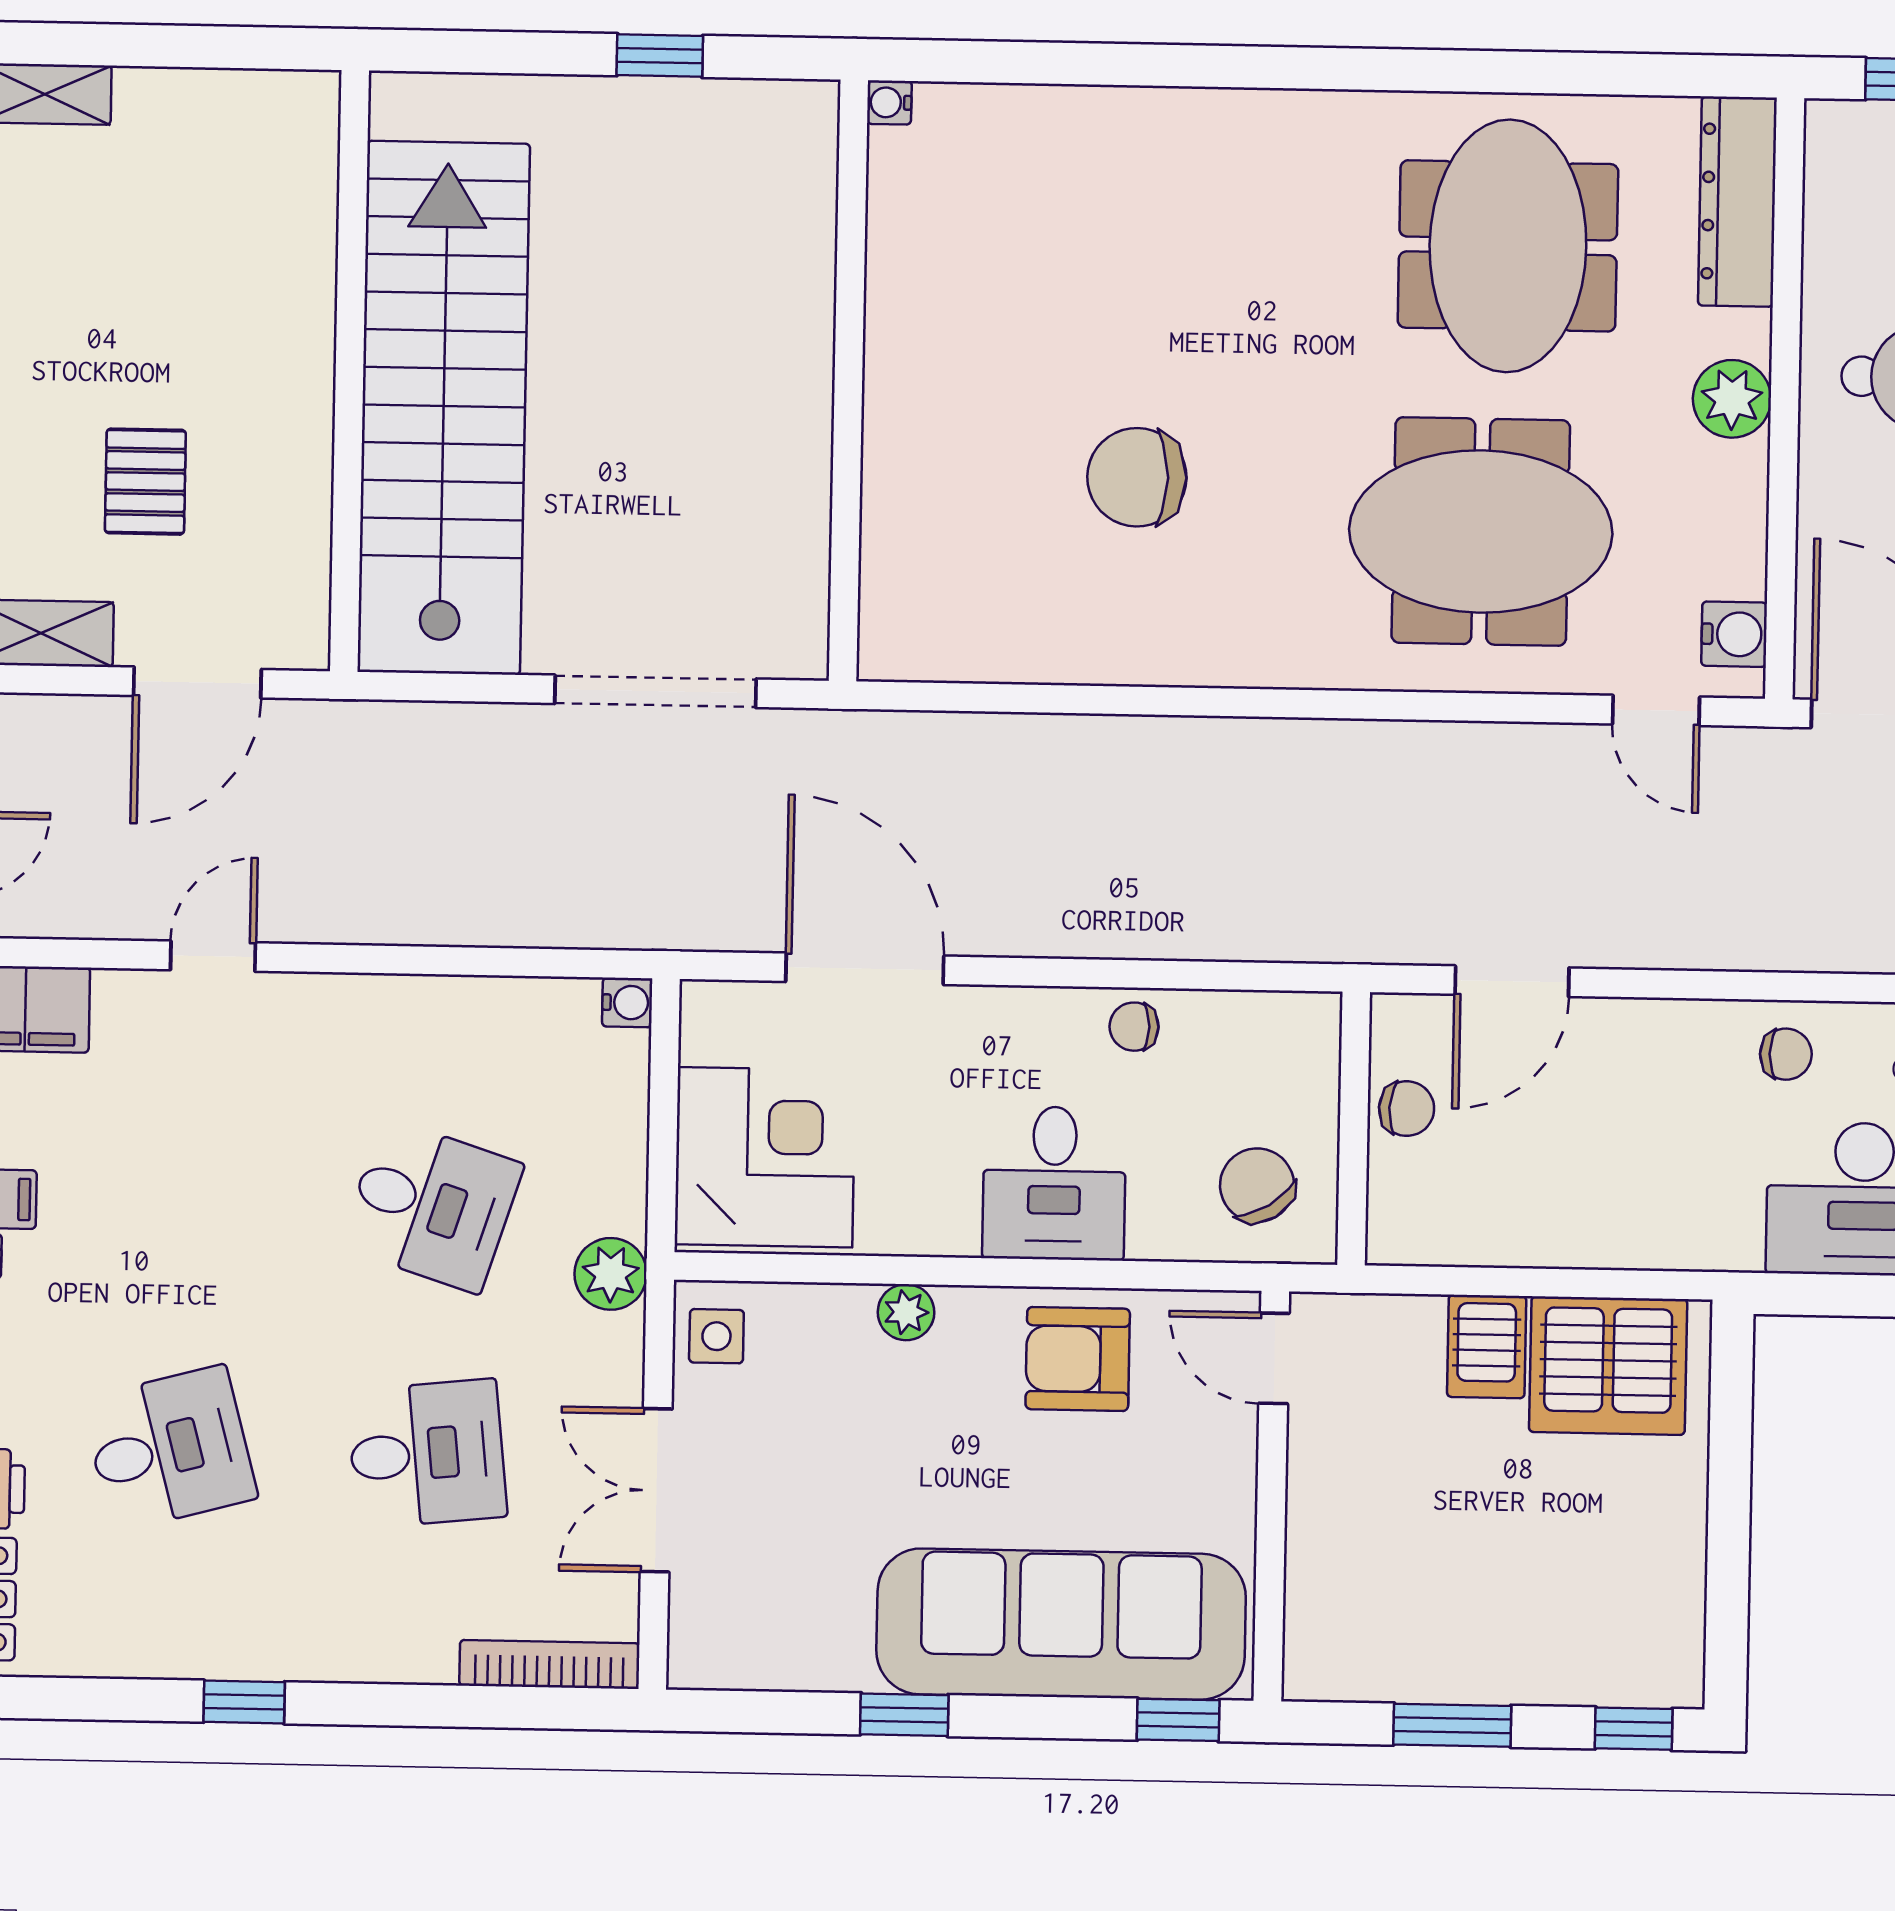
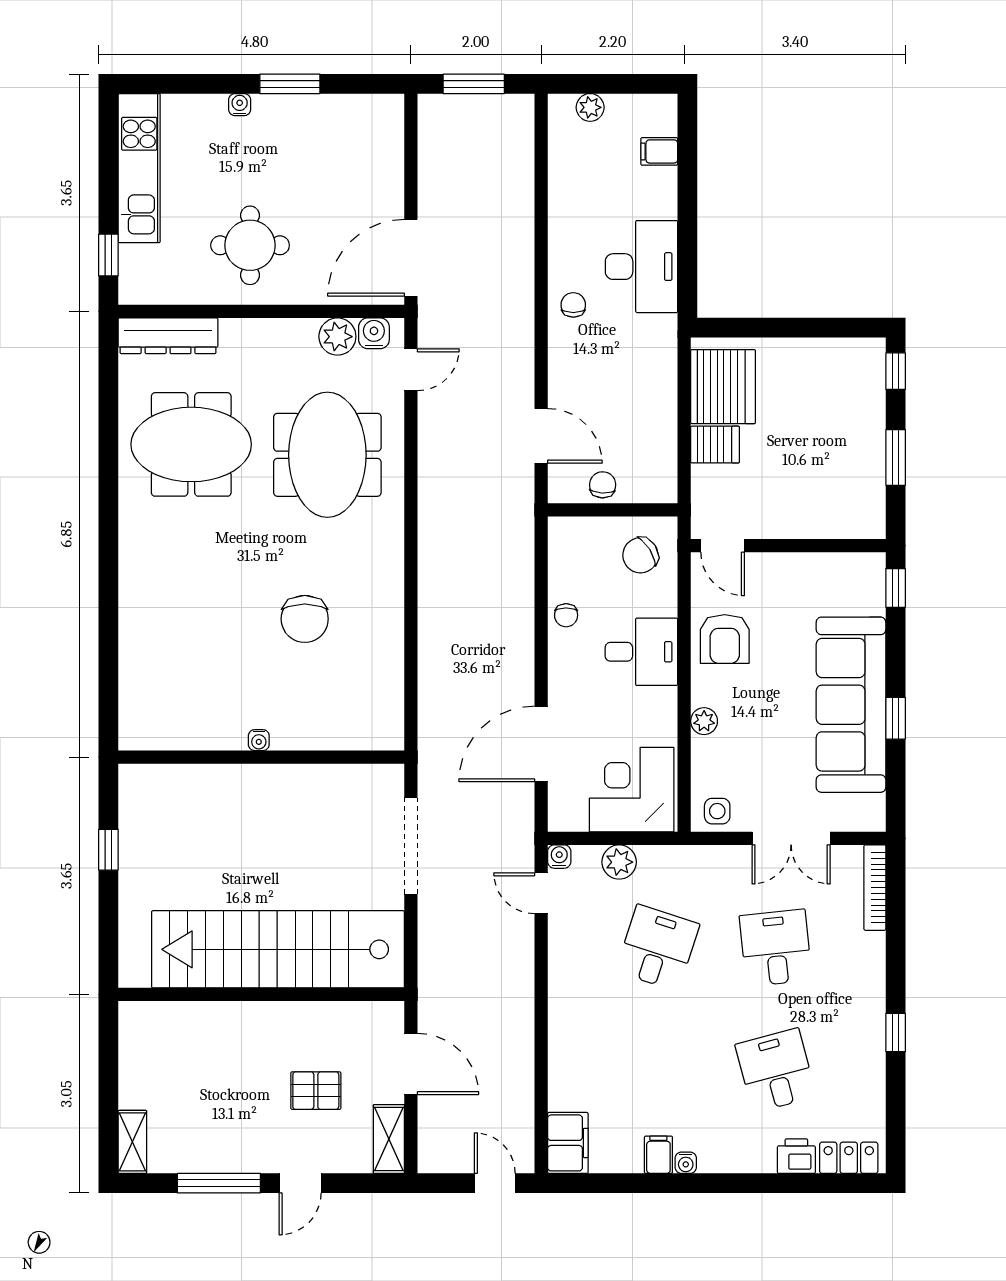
water cooler: (889, 102) -> (259, 740), moved
plant: (1732, 399) -> (337, 337), moved
door: (213, 956) -> (541, 893), moved
plant: (611, 1274) -> (619, 862), moved
door: (1274, 1358) -> (723, 546), hinge flipped
sofa: (1061, 1624) -> (851, 705), moved

